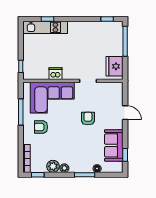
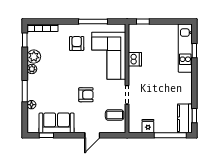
kitchen counter: (110, 28) -> (185, 118), added
fridge: (115, 66) -> (148, 126), width x0.53, depth x0.75
coffee table: (107, 92) -> (115, 115), added

